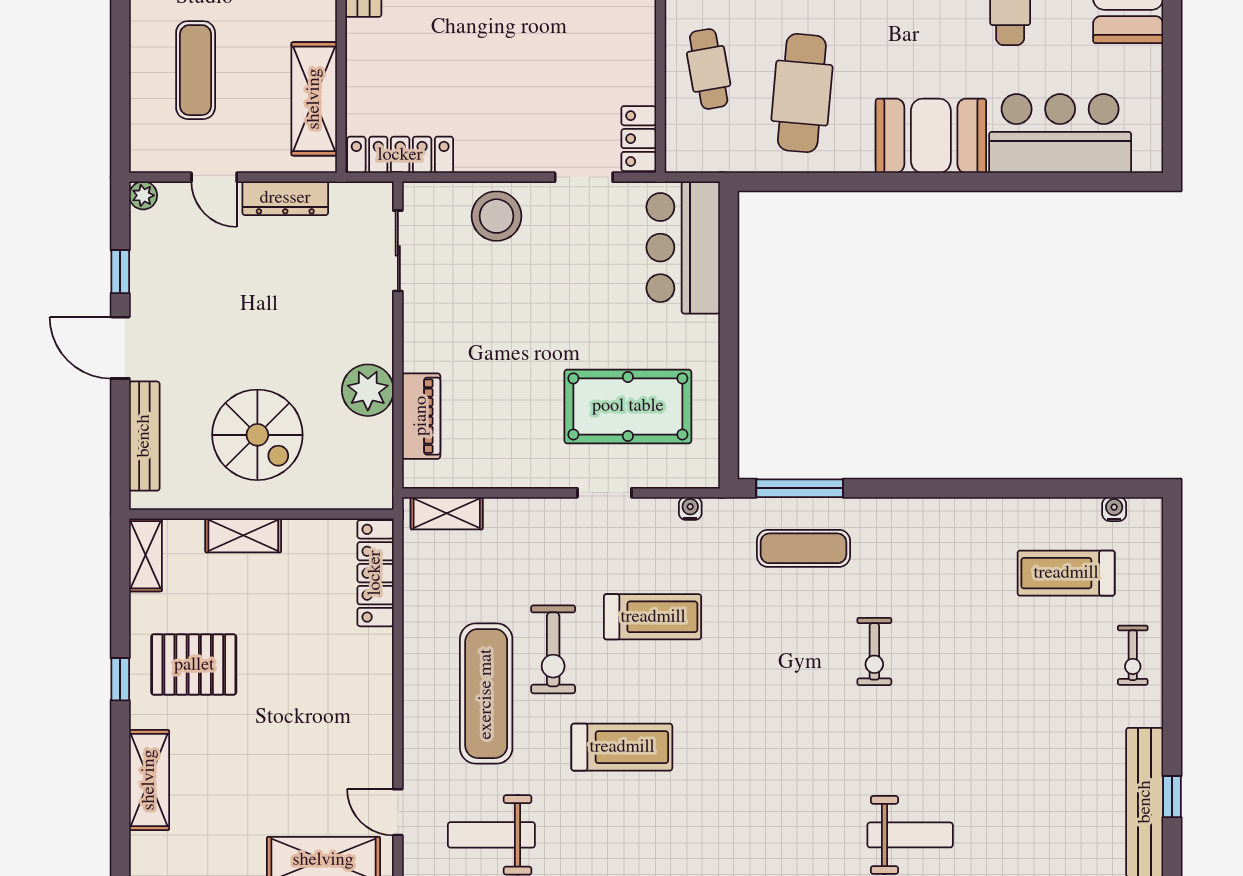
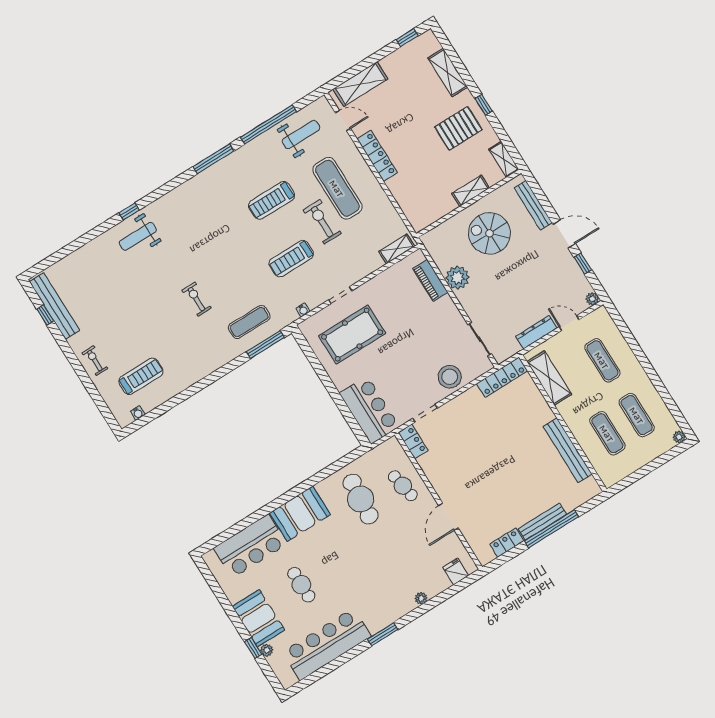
locker: (375, 573) -> (377, 156), moved

